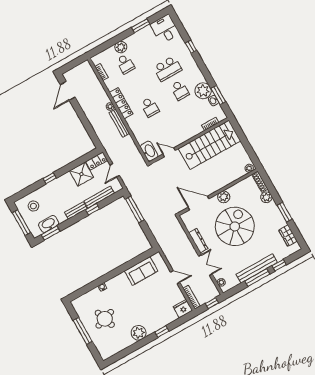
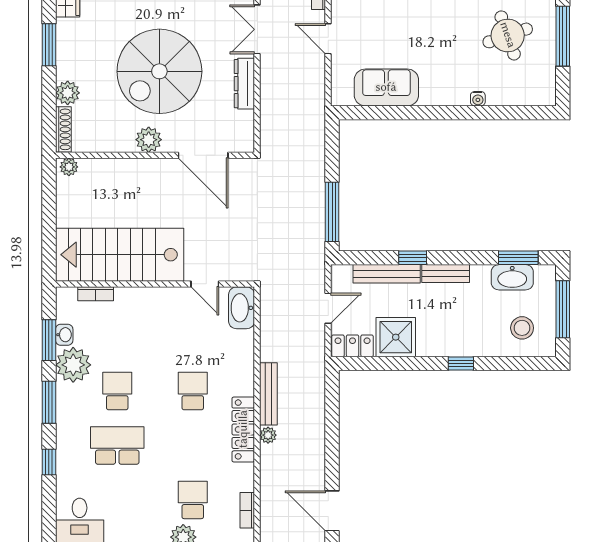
window: (204, 70) -> (49, 402), added
door: (68, 91) -> (332, 511), swing flipped

